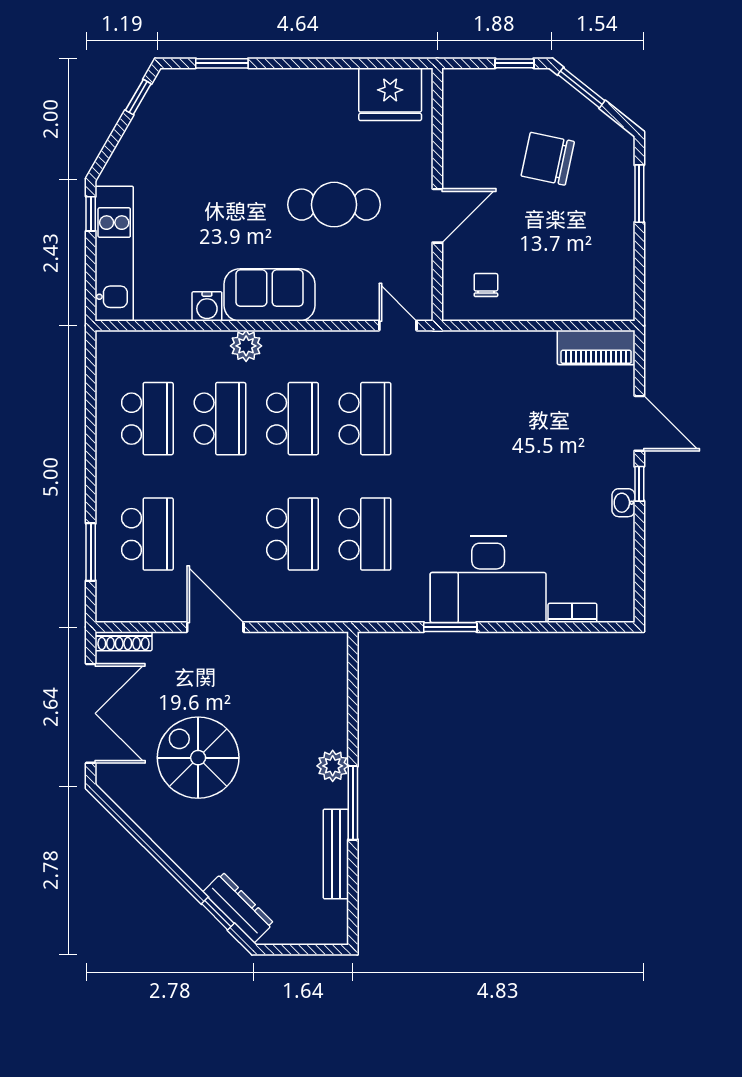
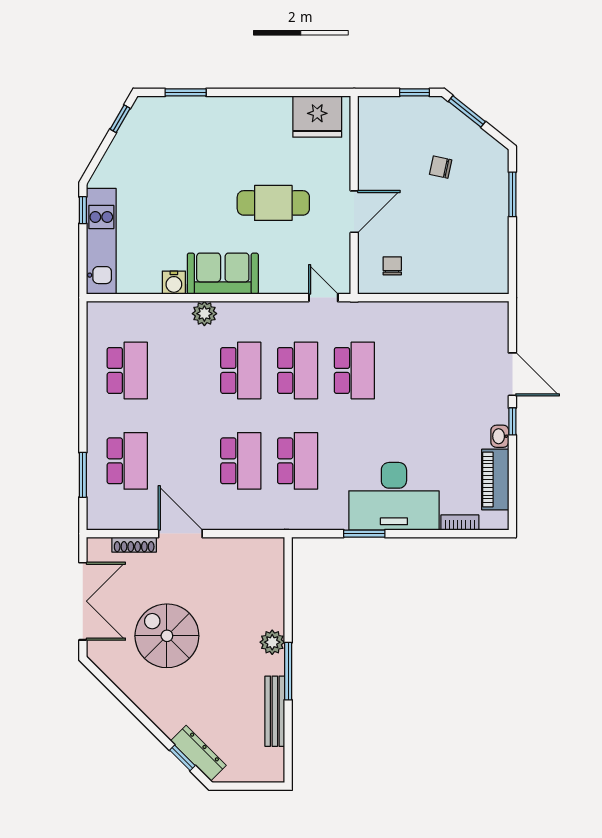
chair: (548, 159) -> (441, 167), width x0.54, depth x0.54
piano: (596, 347) -> (495, 480), moved, turned 90
school desk: (220, 419) -> (354, 370), moved
shoe rack: (124, 641) -> (134, 545), moved

